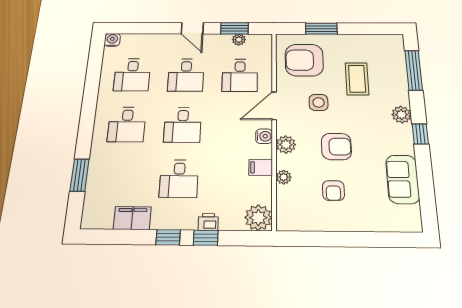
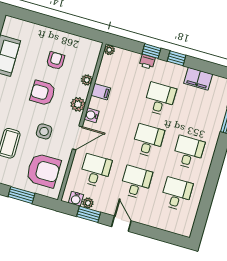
water cooler: (112, 40) -> (76, 199), moved
plant: (258, 218) -> (109, 50), width x0.53, depth x0.53

